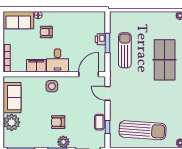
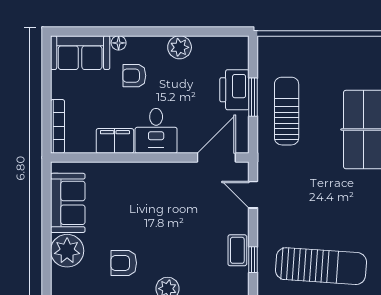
plant: (70, 17) -> (180, 47), added
printer: (100, 39) -> (234, 90), width x1.87, depth x1.48
side table: (52, 86) -> (145, 181), removed
armchair: (58, 122) -> (124, 263), moved

